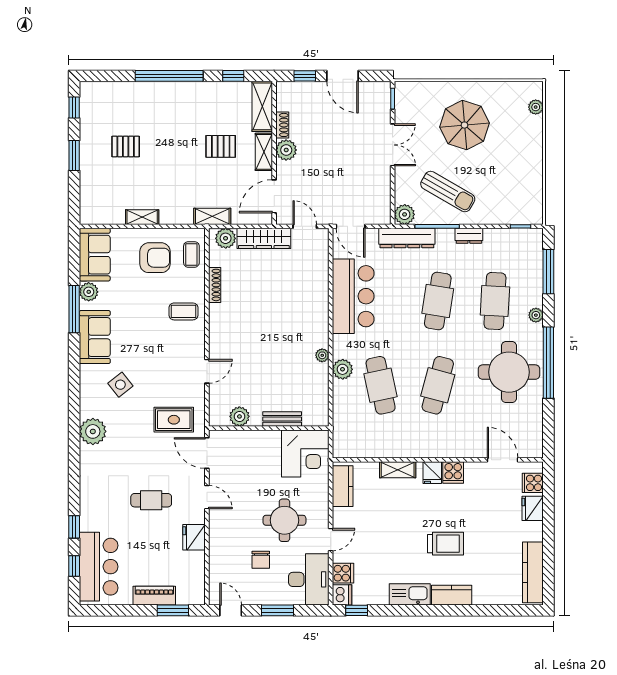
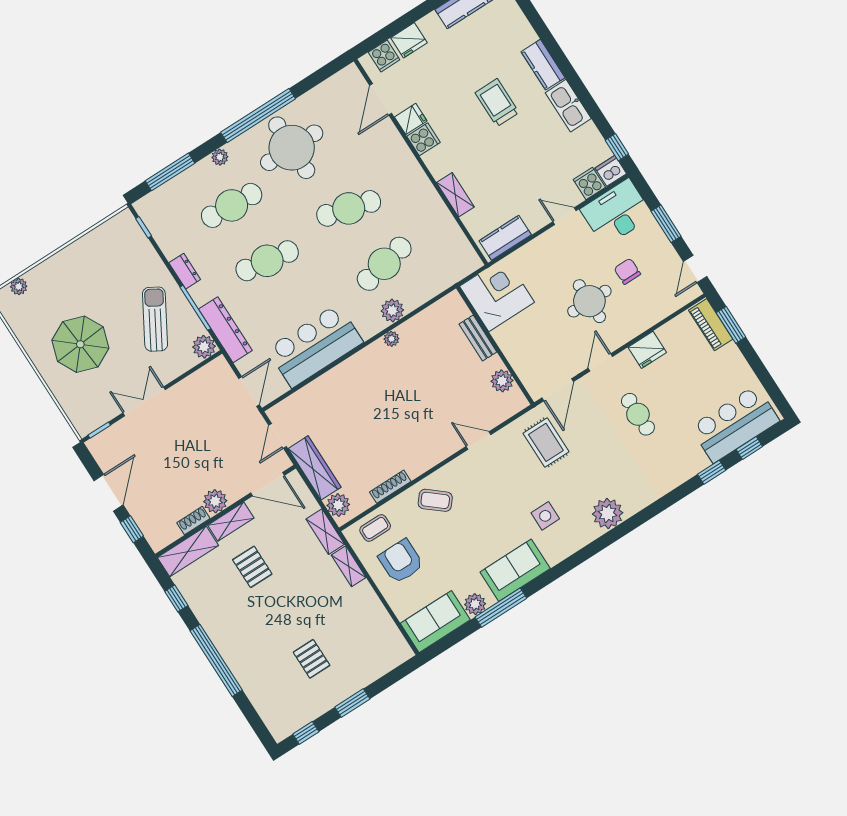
shelving: (142, 217) -> (349, 566), moved
coffee table: (183, 311) -> (435, 500), turned -50
side table: (120, 385) -> (545, 516), turned 38
fridge: (432, 473) -> (411, 119), moved
round table: (284, 520) -> (589, 301), moved
chair: (261, 560) -> (627, 271), turned -90
piano: (154, 596) -> (711, 325), moved

